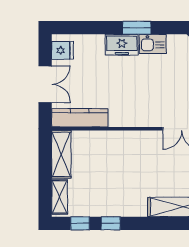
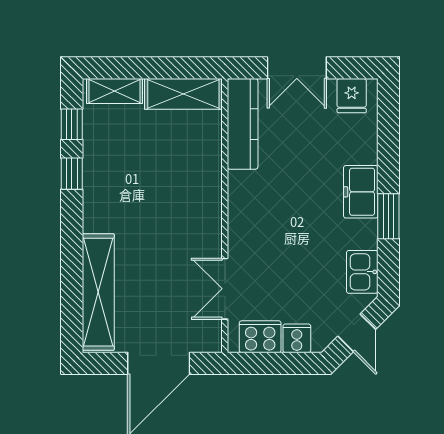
kitchen sink: (153, 44) -> (362, 272), moved

